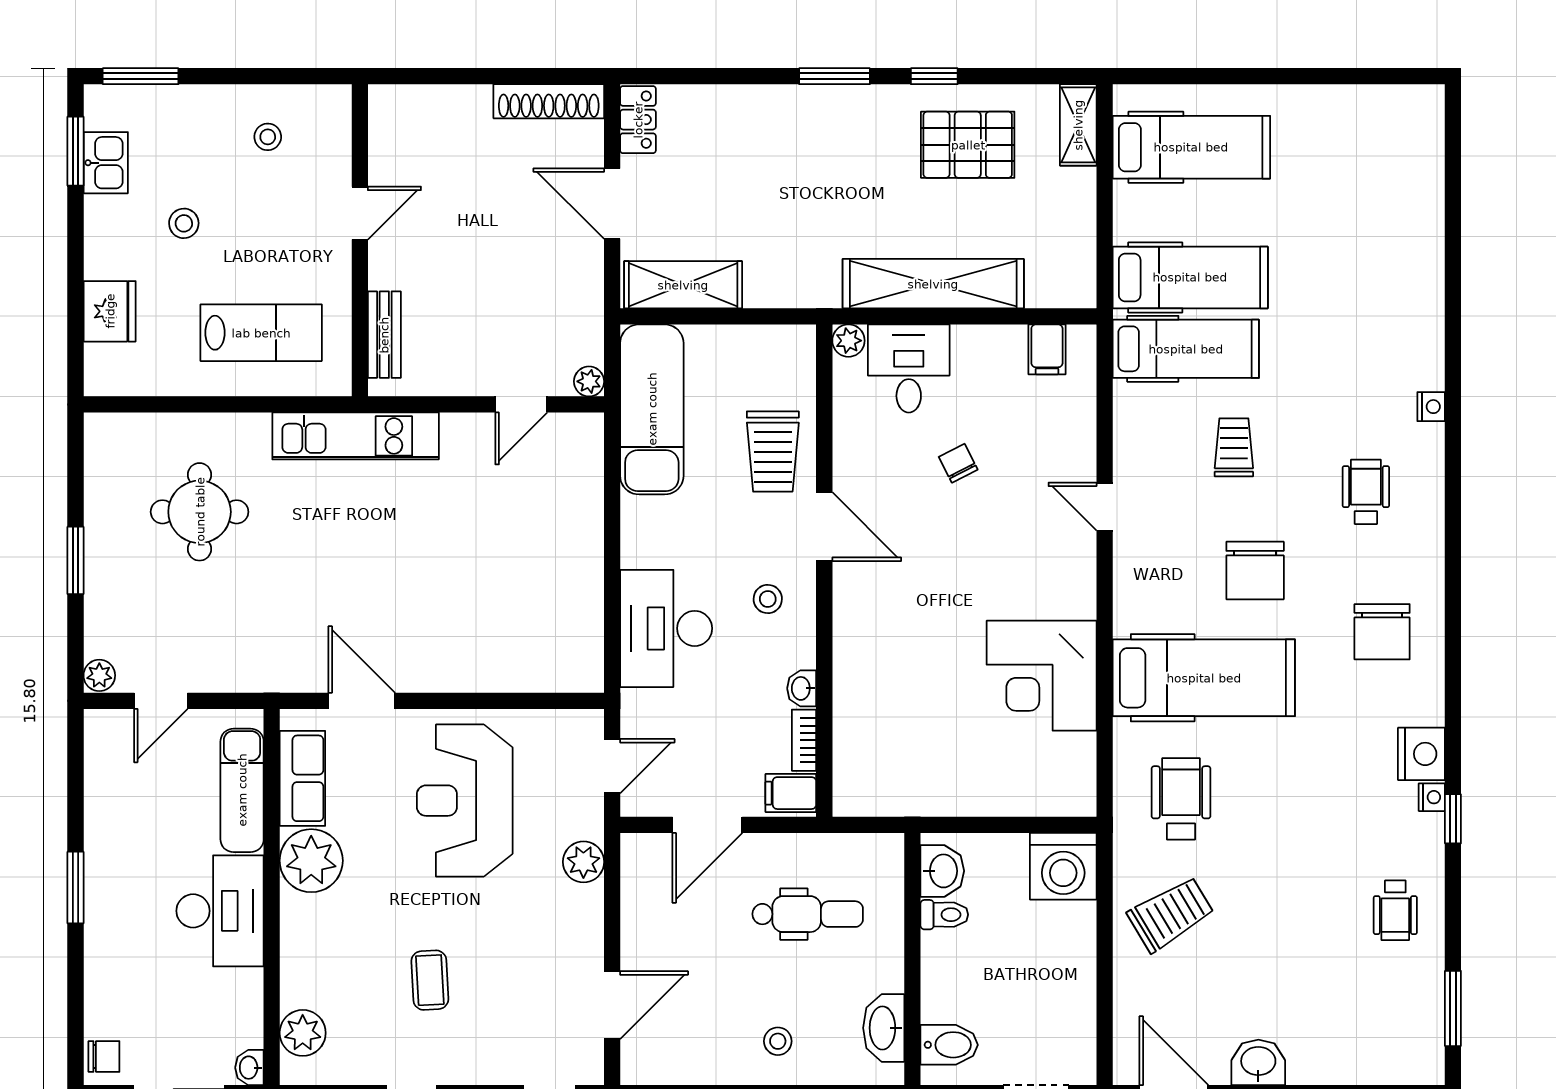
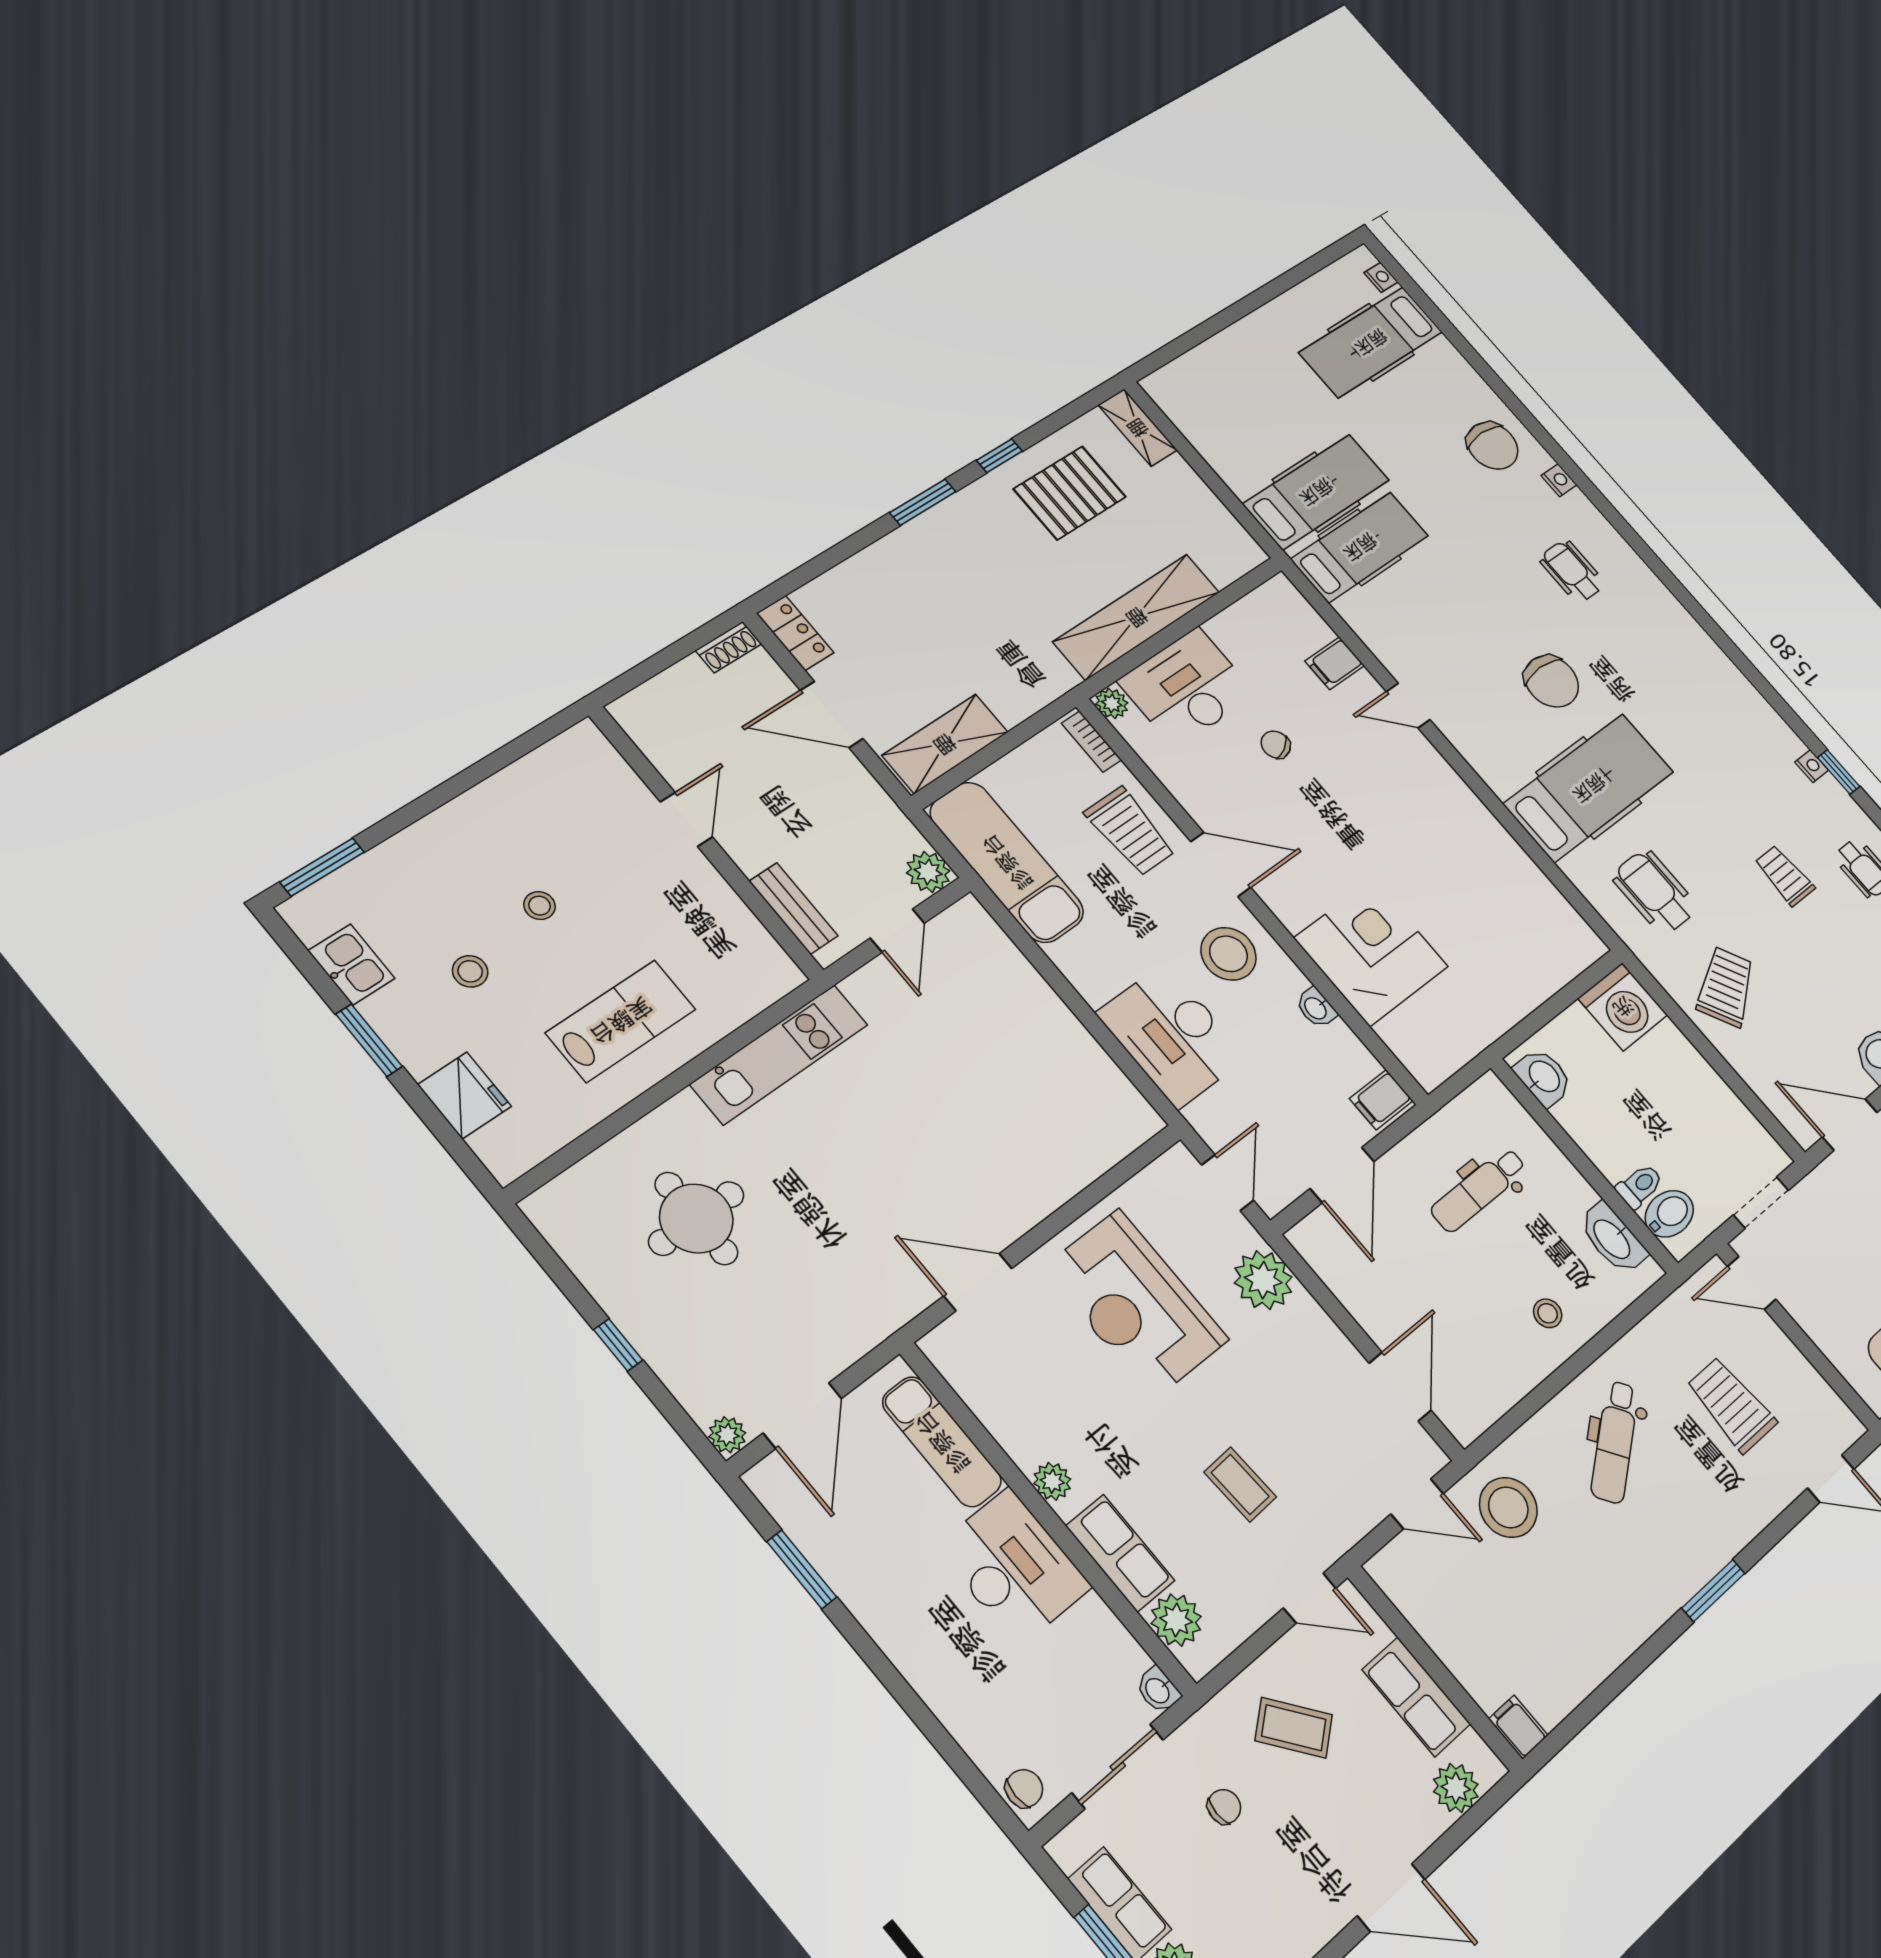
shoe rack: (549, 101) -> (728, 647), width x0.51, depth x0.81
stool: (268, 137) -> (540, 906), moved
hospital bed: (1191, 147) -> (1371, 342), moved, turned 180
window: (76, 151) -> (369, 1040), moved
door: (360, 213) -> (686, 819), moved
wall: (360, 240) -> (706, 842), moved
bench: (384, 335) -> (793, 908), moved
filing cabinet: (1047, 349) -> (1335, 663), moved, turned 90
desk: (909, 368) -> (1187, 688), width x1.37
plant: (589, 381) -> (928, 872), width x1.38, depth x1.38
trolley: (1234, 447) -> (1785, 876), moved
window: (76, 560) -> (618, 1345), width x0.67
stool: (768, 599) -> (1228, 954), width x1.89, depth x1.89
chair: (1382, 632) -> (1492, 446), moved
corner desk: (1042, 676) -> (1371, 952), moved, turned 180
door: (161, 701) -> (802, 1416), width x1.38
bookcase: (804, 740) -> (1091, 742), moved
nightstand: (1421, 754) -> (1381, 277), moved, width x0.53, depth x0.56
row of seats: (302, 778) -> (1120, 1553), moved
plant: (311, 861) -> (1052, 1481), width x0.53, depth x0.53
plant: (583, 862) -> (1263, 1280), width x1.36, depth x1.36
window: (76, 888) -> (802, 1569), moved
dental chair: (808, 914) -> (1479, 1190), turned 180
toilet: (944, 915) -> (1640, 1186), moved

